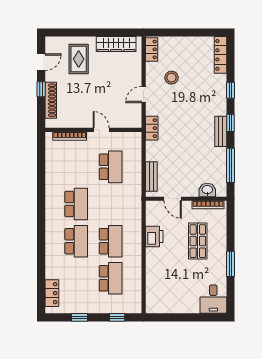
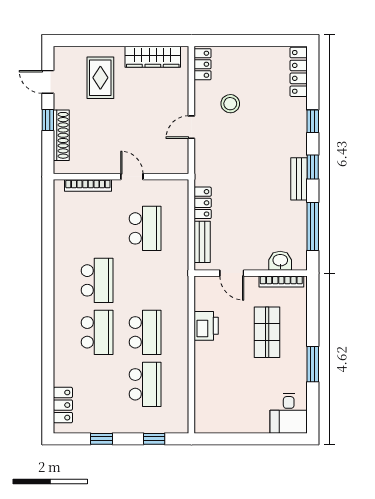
door: (41, 62) -> (48, 82), swing flipped
locker: (152, 128) -> (203, 203), moved

